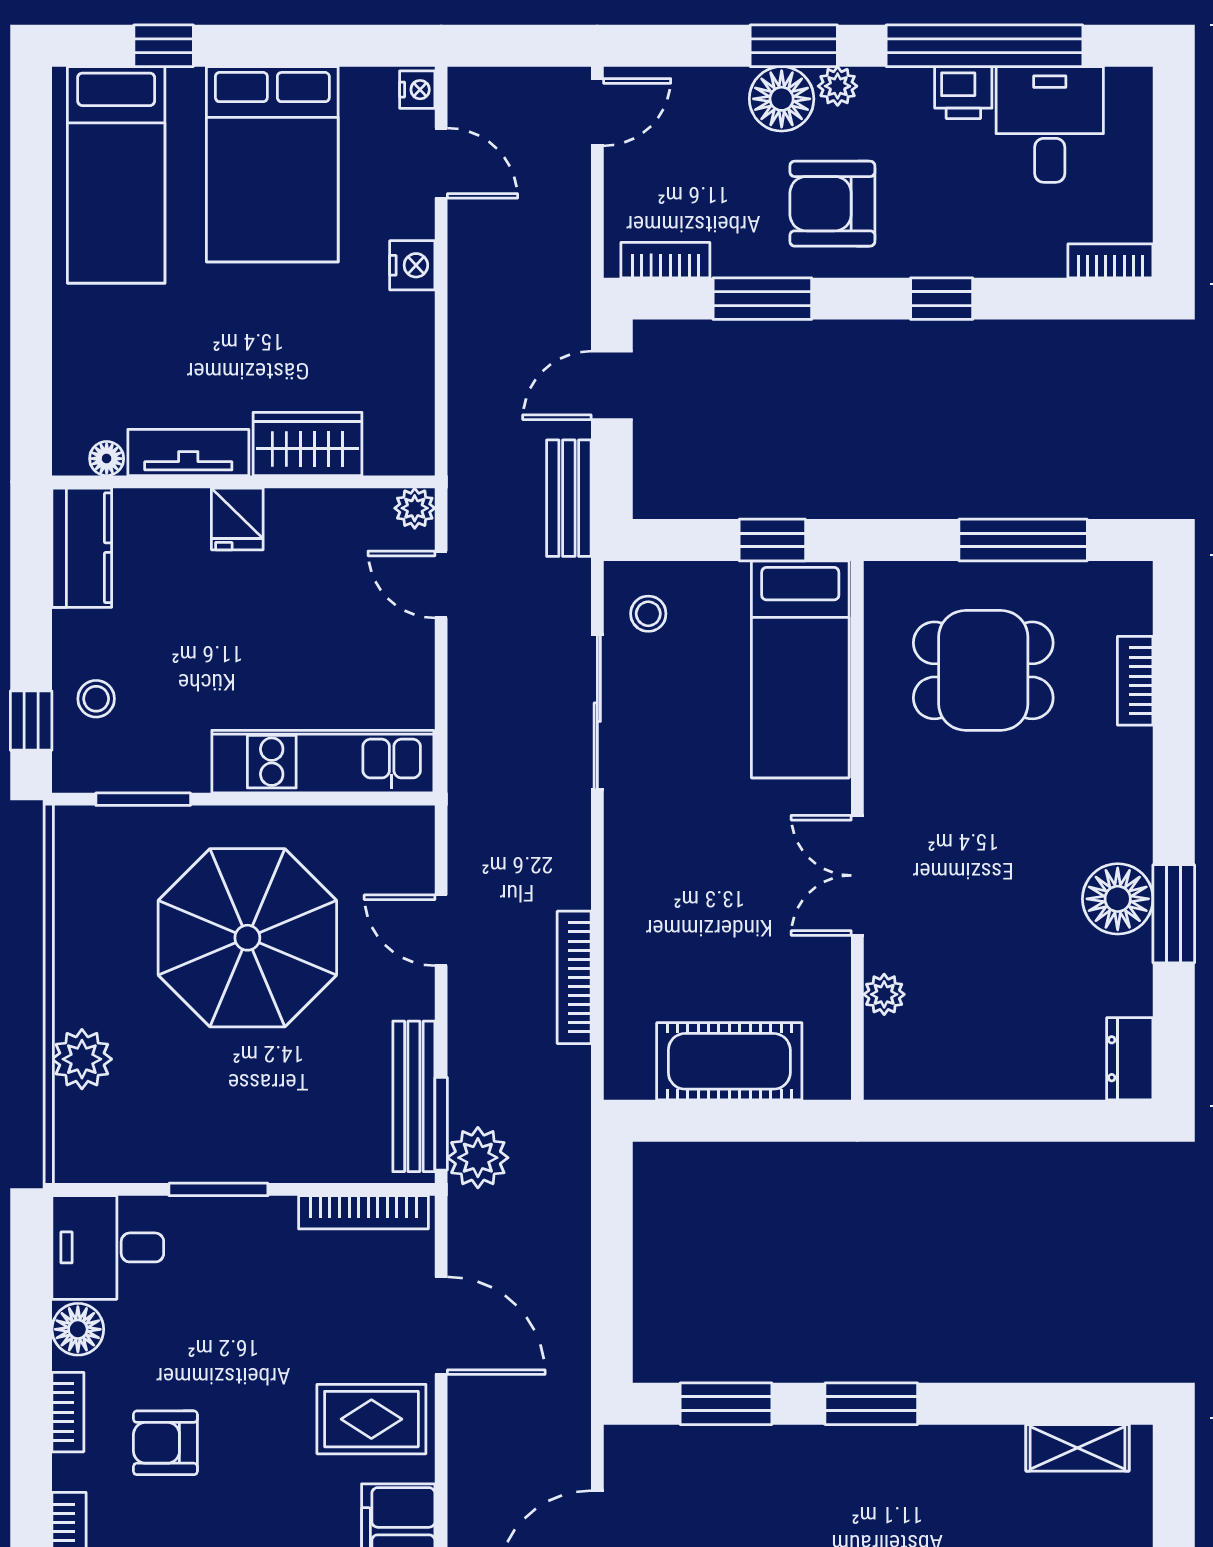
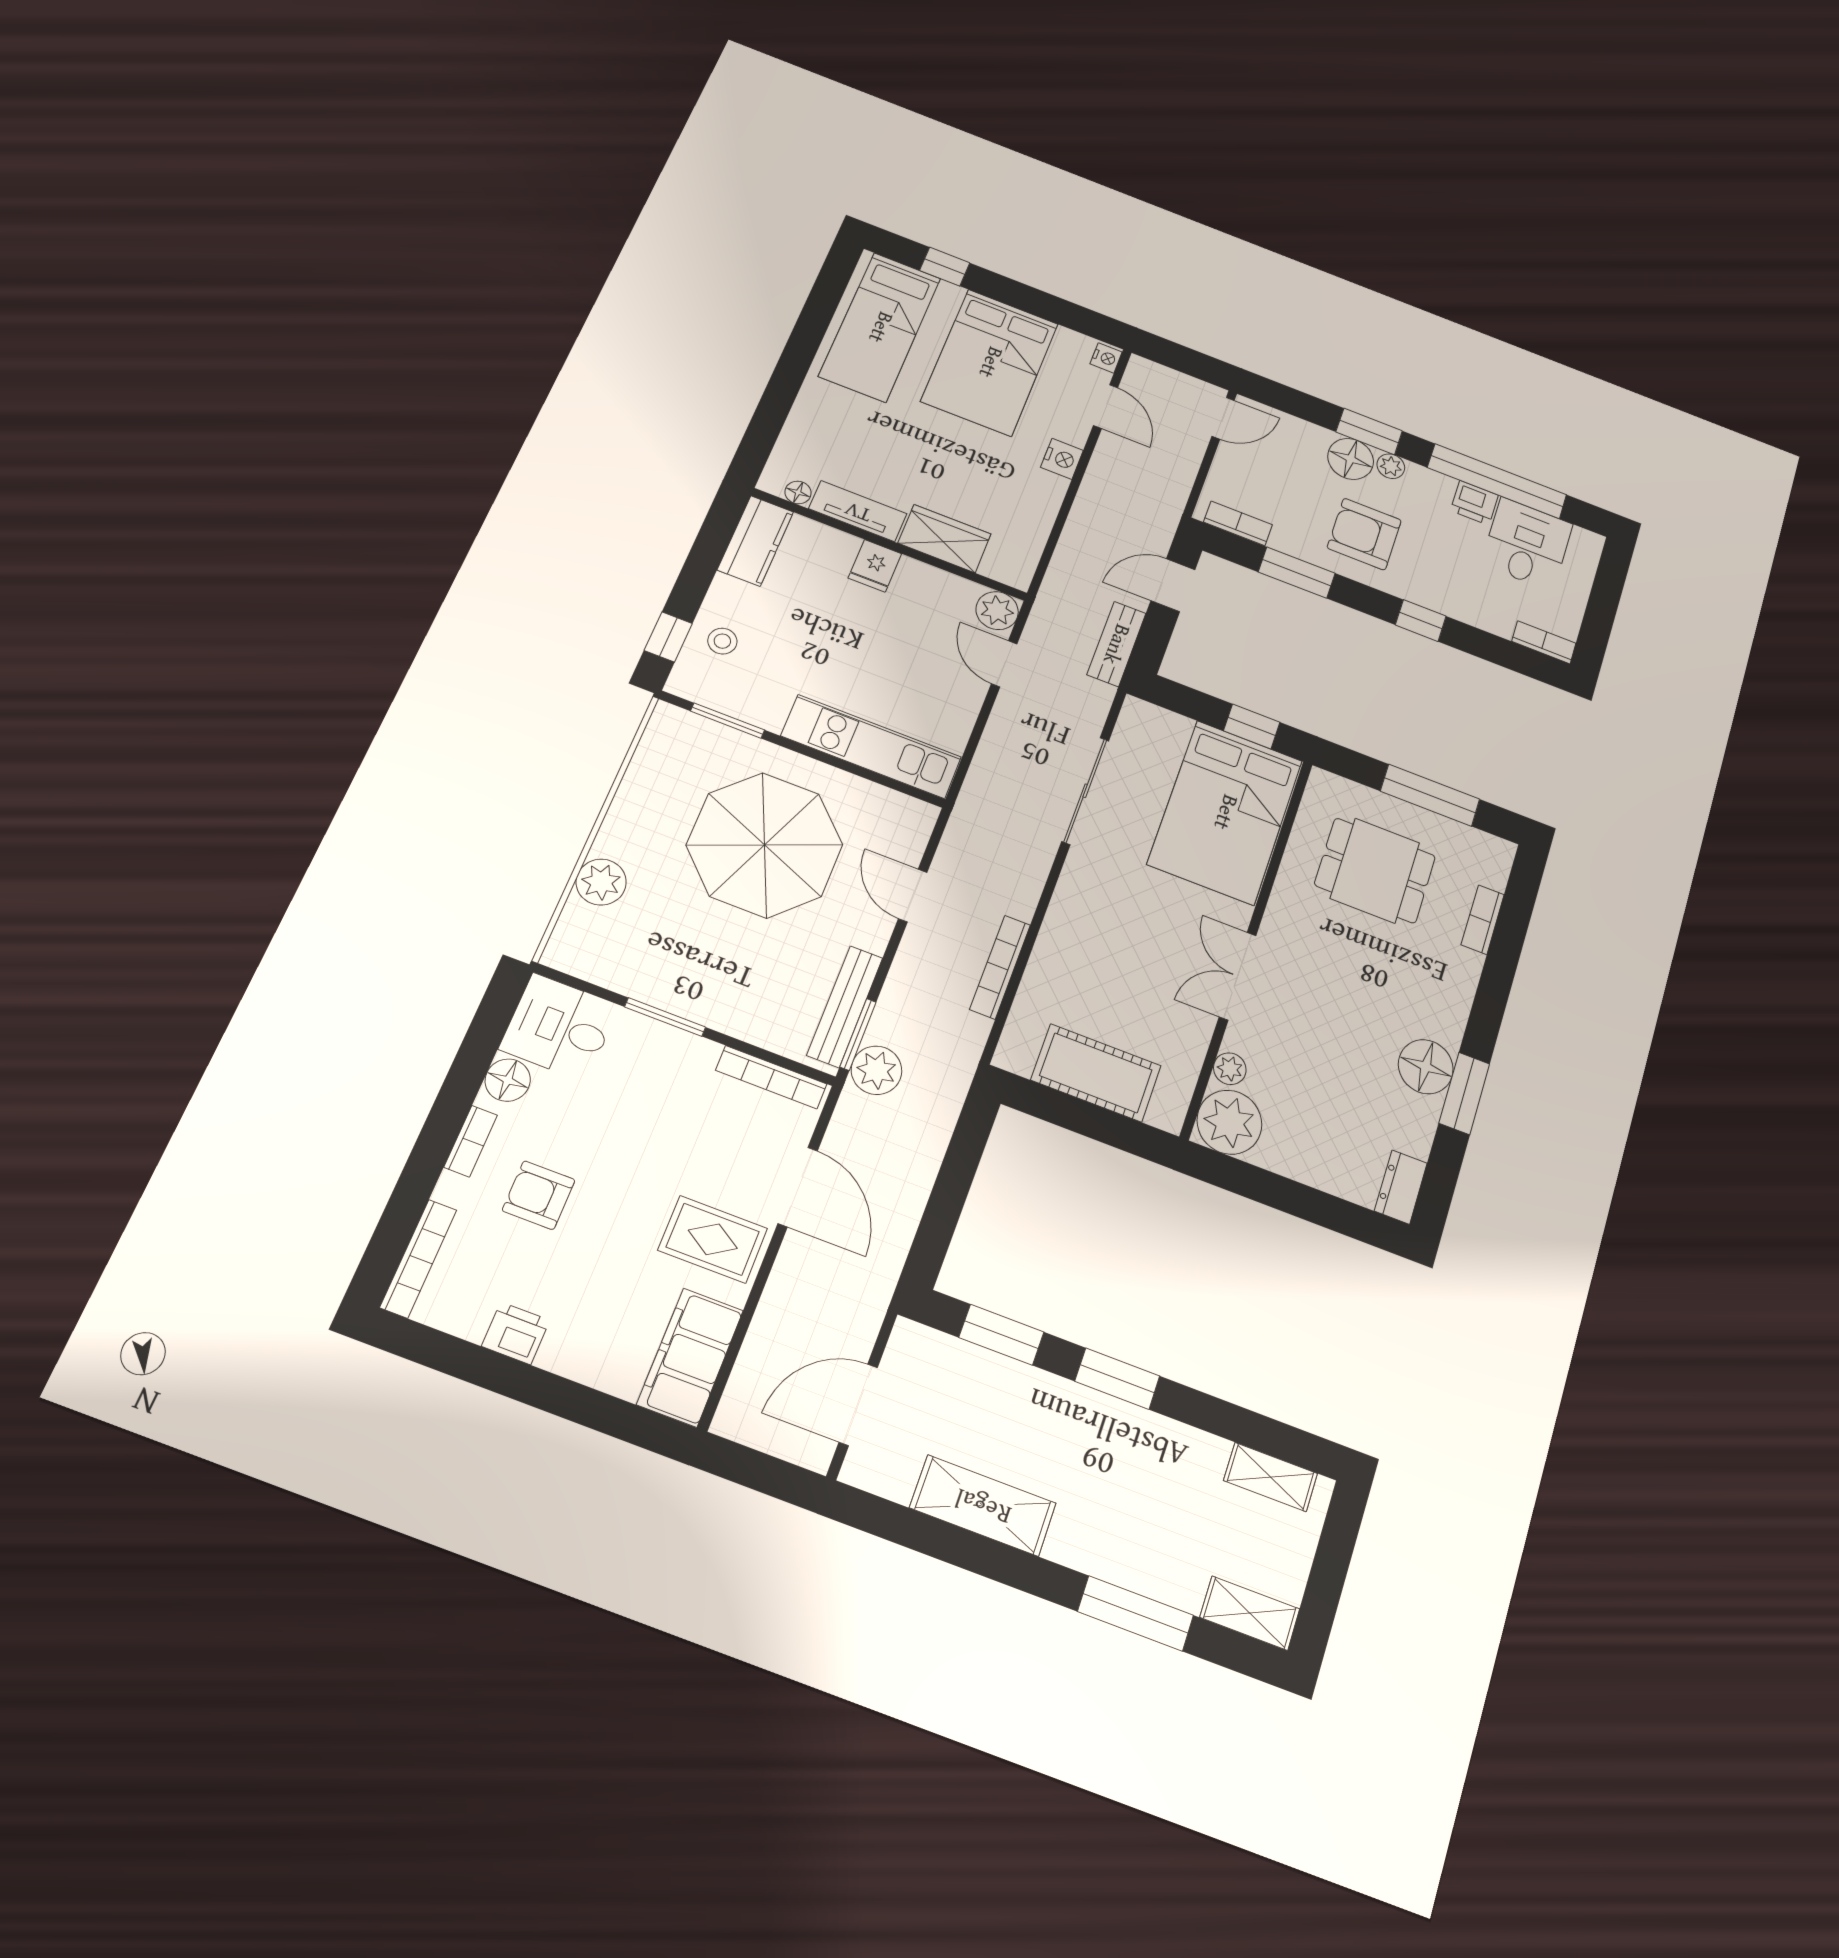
plant: (415, 508) -> (997, 611), width x1.38, depth x1.38
stool: (648, 614) -> (1146, 740), removed
bed: (800, 669) -> (1225, 812), width x1.50
plant: (904, 1059) -> (1229, 1122), added

